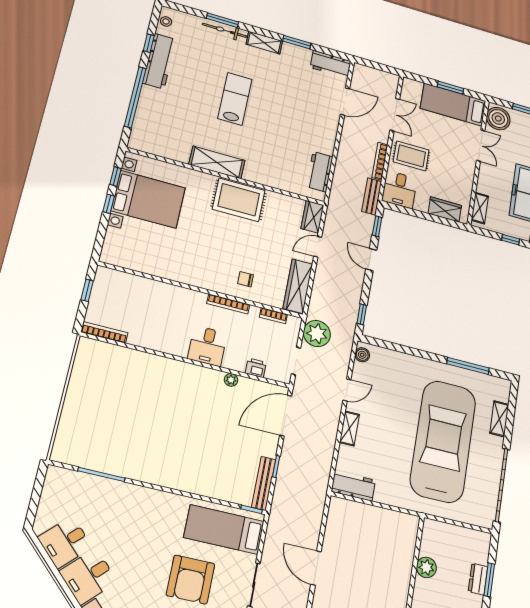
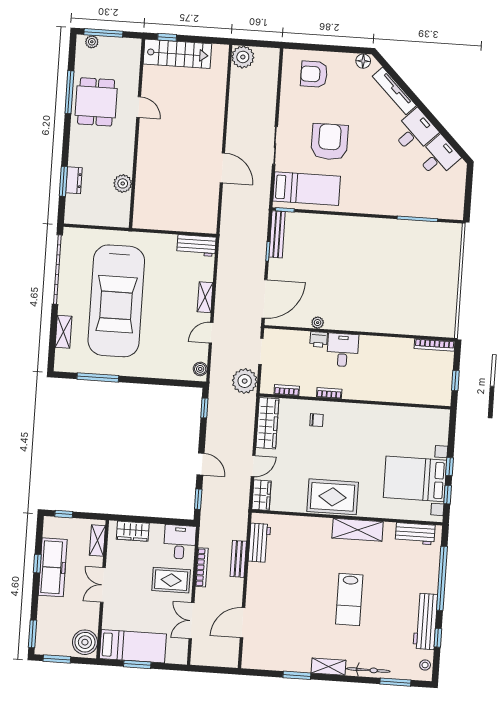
window: (222, 20) -> (395, 682), moved
workbench: (331, 64) -> (415, 534), moved, turned 180
double door: (481, 146) -> (103, 585), moved
bench: (372, 196) -> (238, 559), moved
bookcase: (228, 304) -> (329, 393), width x0.64
printer: (256, 368) -> (319, 339), moved

